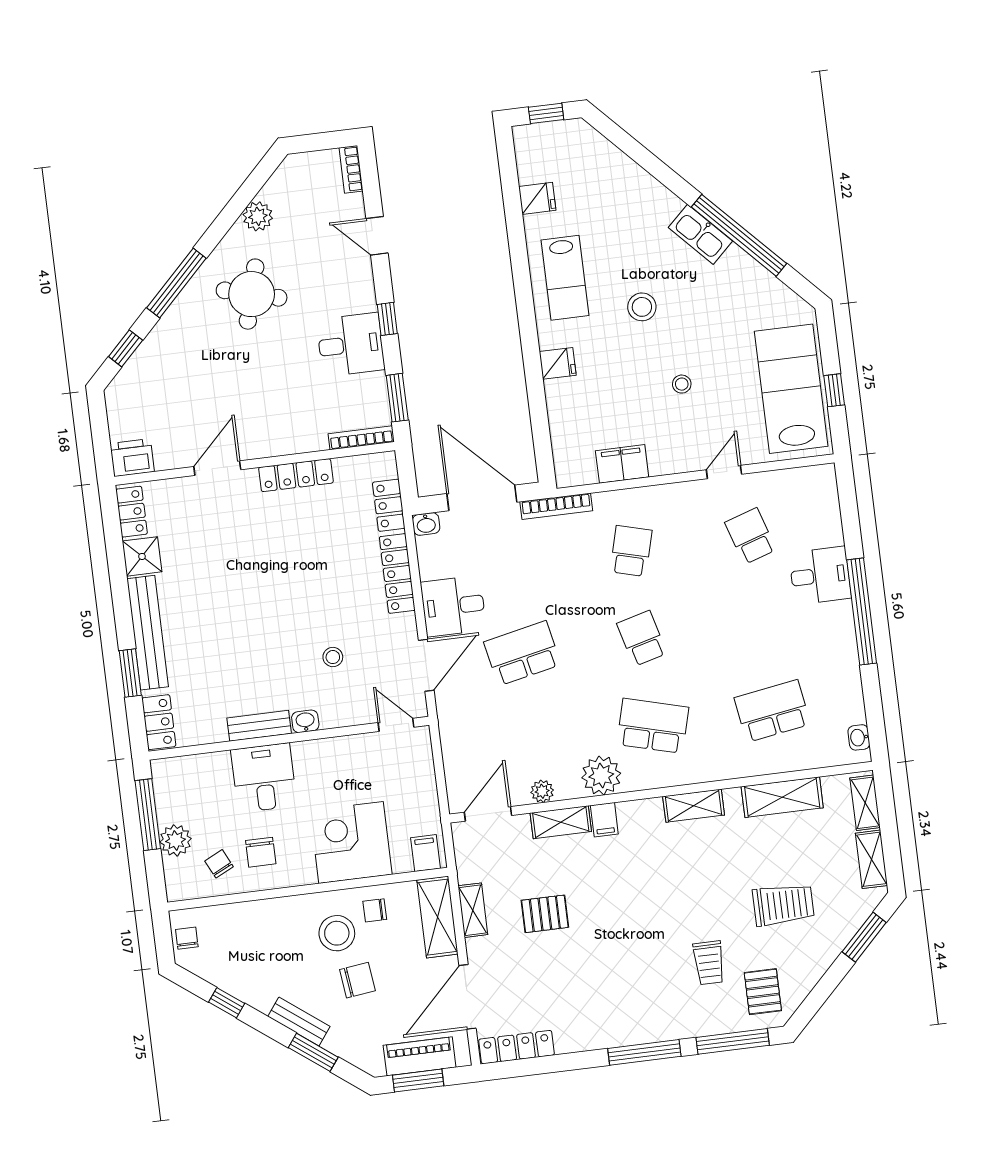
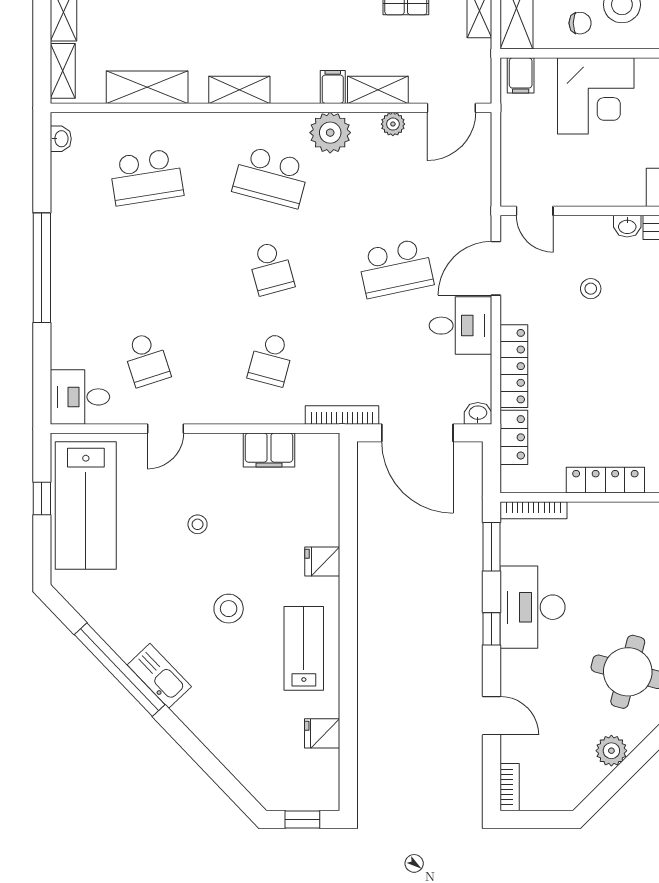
desk: (351, 345) -> (533, 607), width x1.37
desk: (820, 575) -> (80, 397), moved

